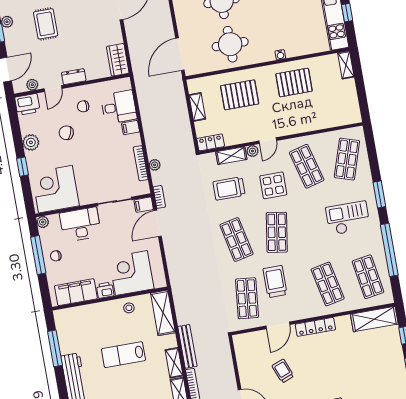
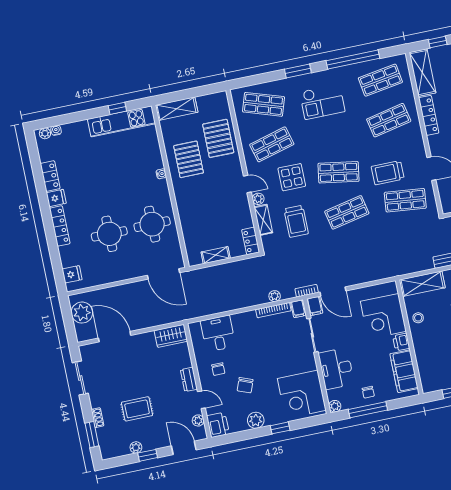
shelving: (346, 65) -> (177, 109), width x1.50, depth x1.33
pallet: (240, 95) -> (218, 138), moved
filing cabinet: (131, 128) -> (298, 309), moved
checkout: (348, 218) -> (322, 102), turned -90
locker: (315, 327) -> (429, 115), moved

